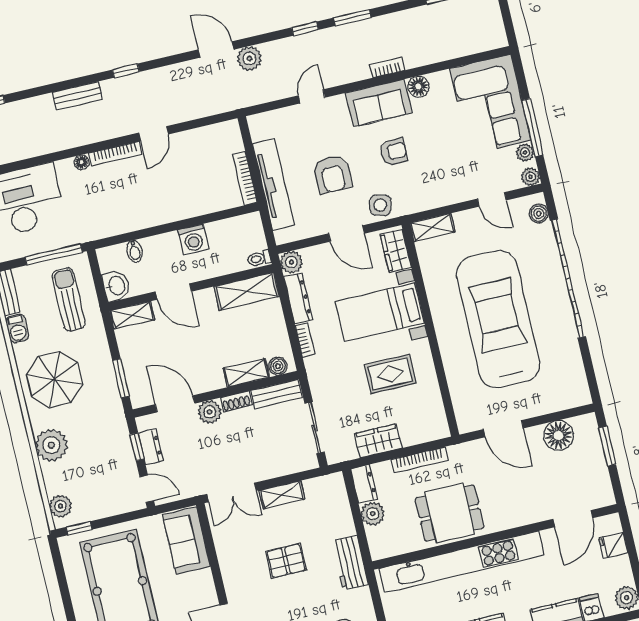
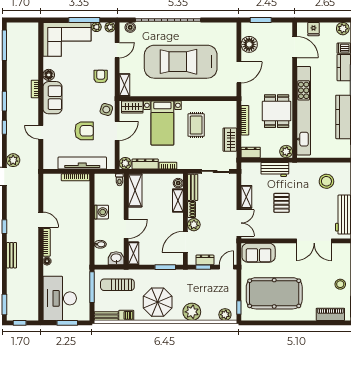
armchair: (393, 152) -> (101, 76), moved
plant: (373, 514) -> (286, 152), moved
workbench: (350, 563) -> (275, 169), moved

